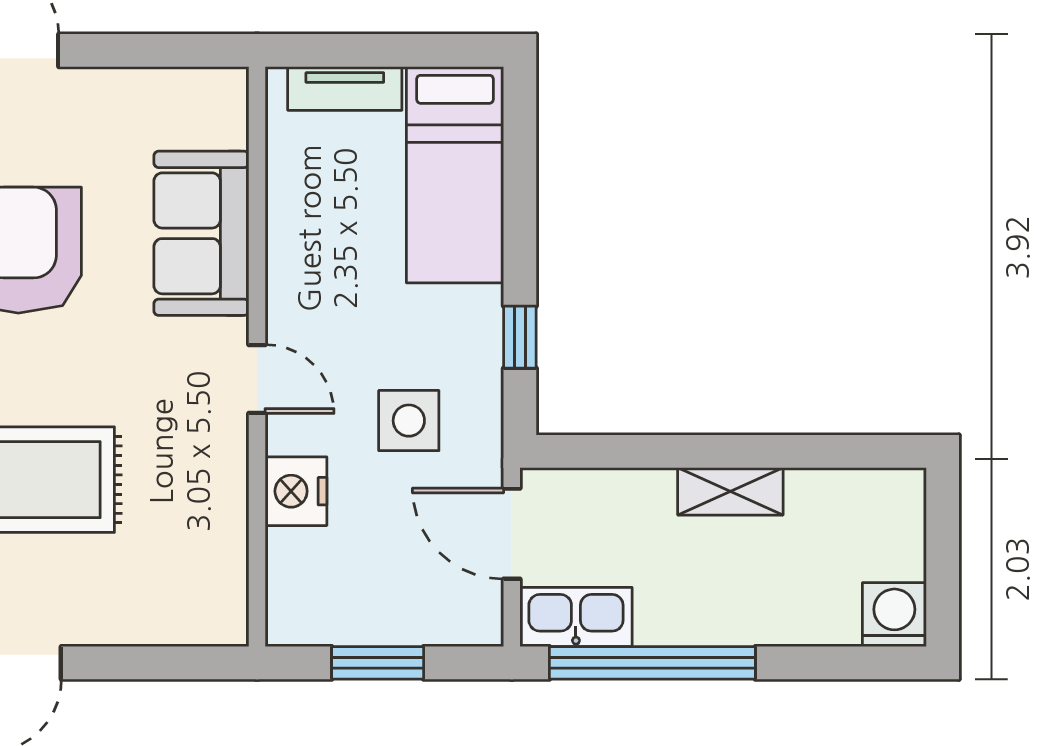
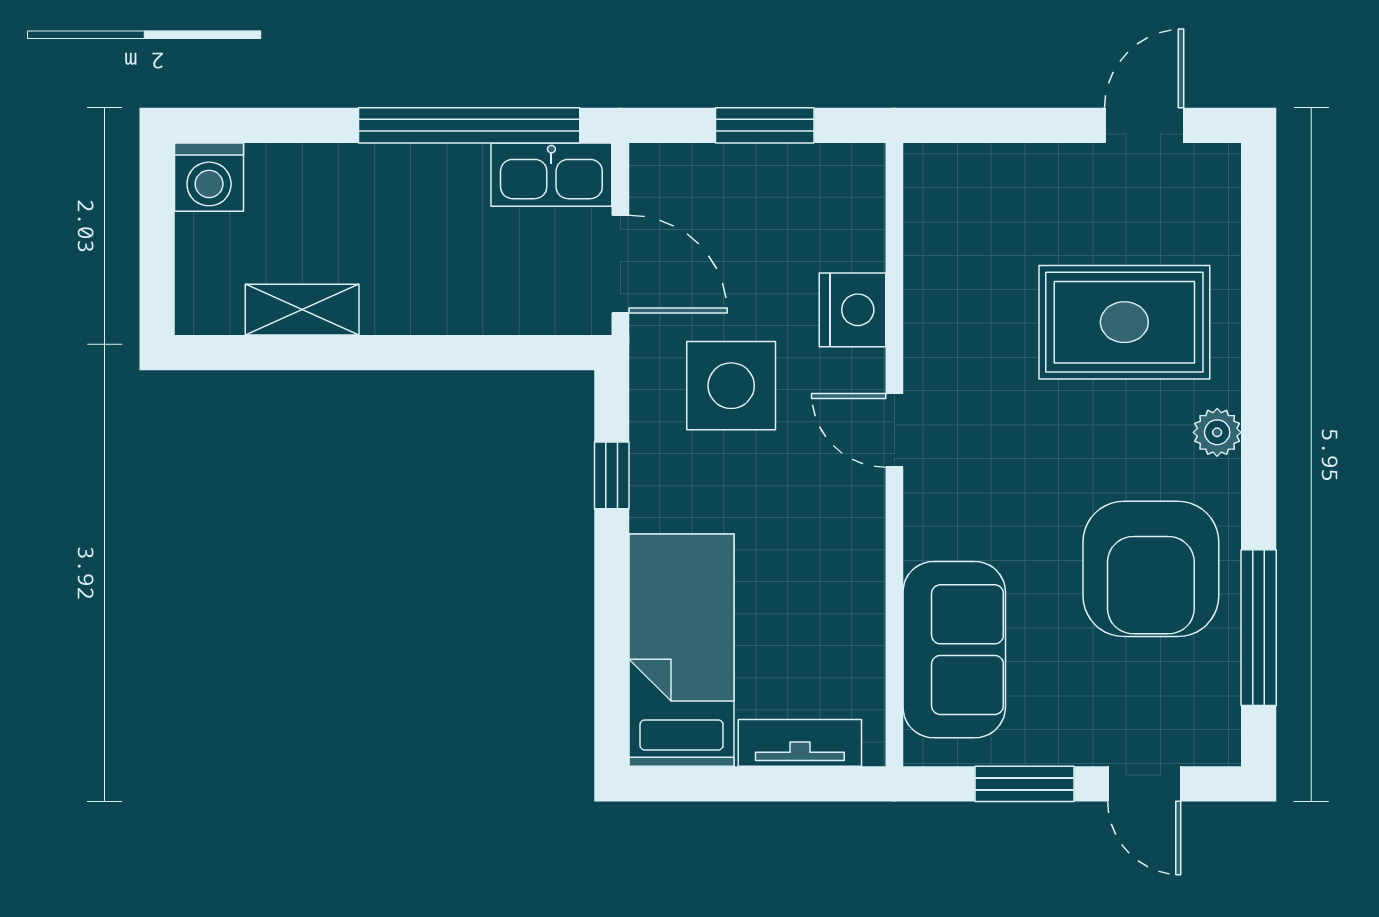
window: (136, 50) -> (1025, 784), added
sofa: (201, 233) -> (954, 650), moved
side table: (409, 421) -> (731, 386), width x1.37, depth x1.37
shelving: (730, 491) -> (302, 310), moved

